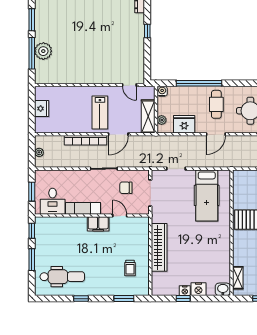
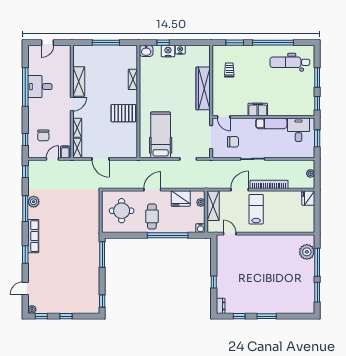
plant: (43, 51) -> (307, 252), moved
fridge: (42, 109) -> (308, 198), moved
door: (120, 216) -> (224, 117), moved
shelving: (238, 278) -> (133, 79), moved
window: (81, 299) -> (273, 43), width x3.17
window: (183, 299) -> (163, 43), moved

